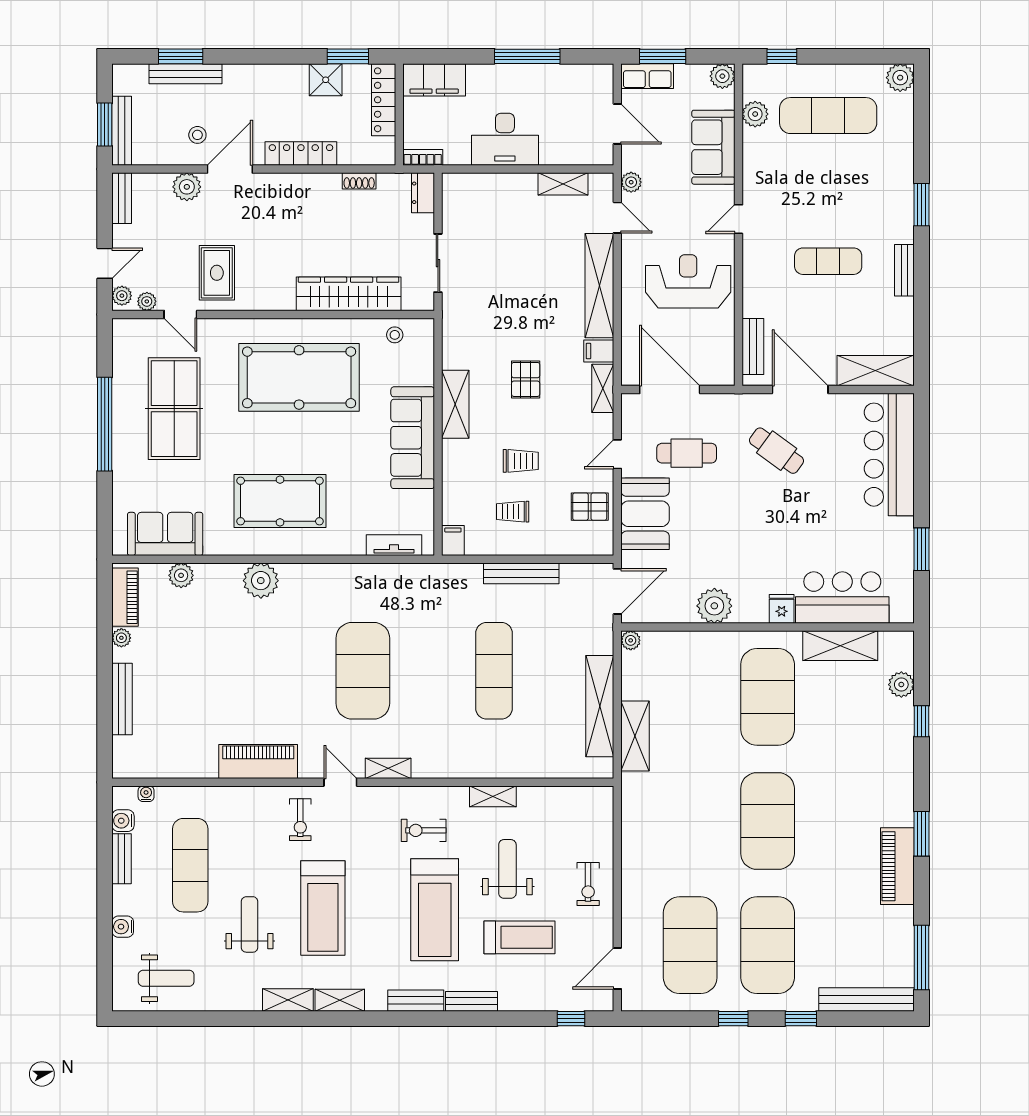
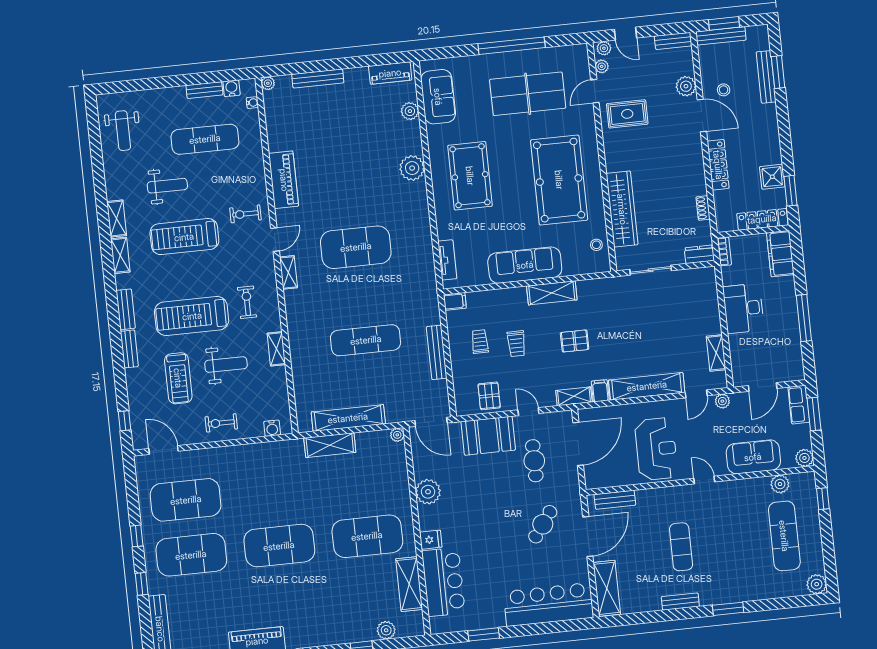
plant: (121, 638) -> (268, 83), moved
water cooler: (123, 927) -> (272, 428), moved, turned 180

